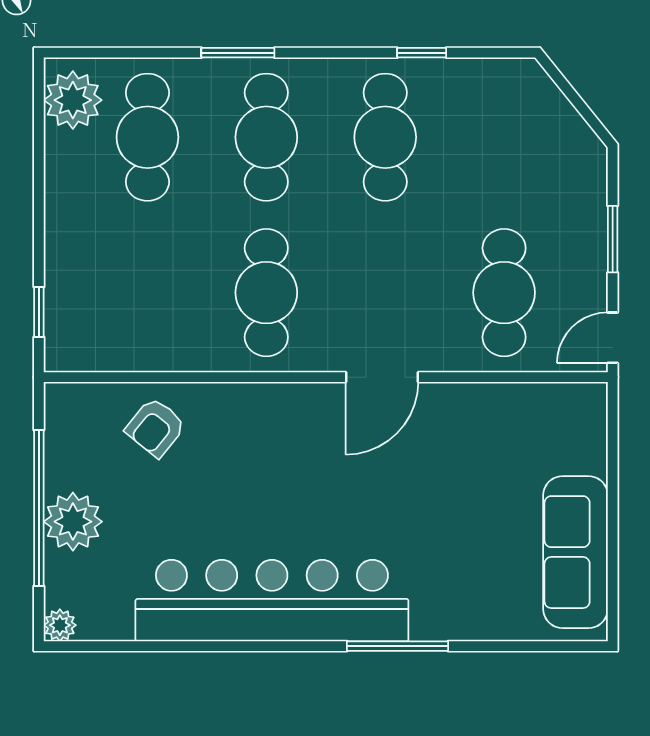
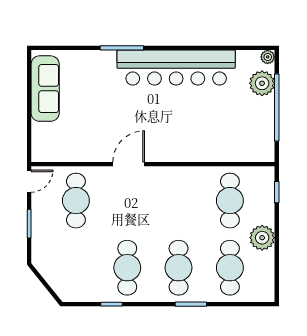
plant: (73, 100) -> (262, 238), moved
cafe table: (266, 293) -> (230, 201), moved
armchair: (155, 427) -> (226, 142), removed
plant: (73, 522) -> (262, 83), moved

